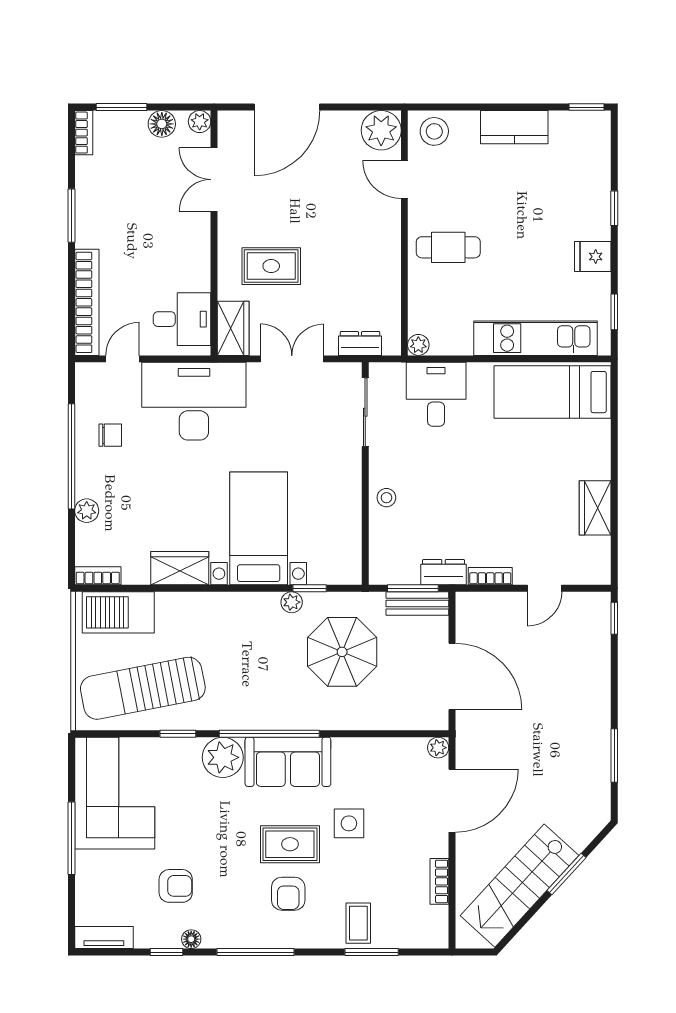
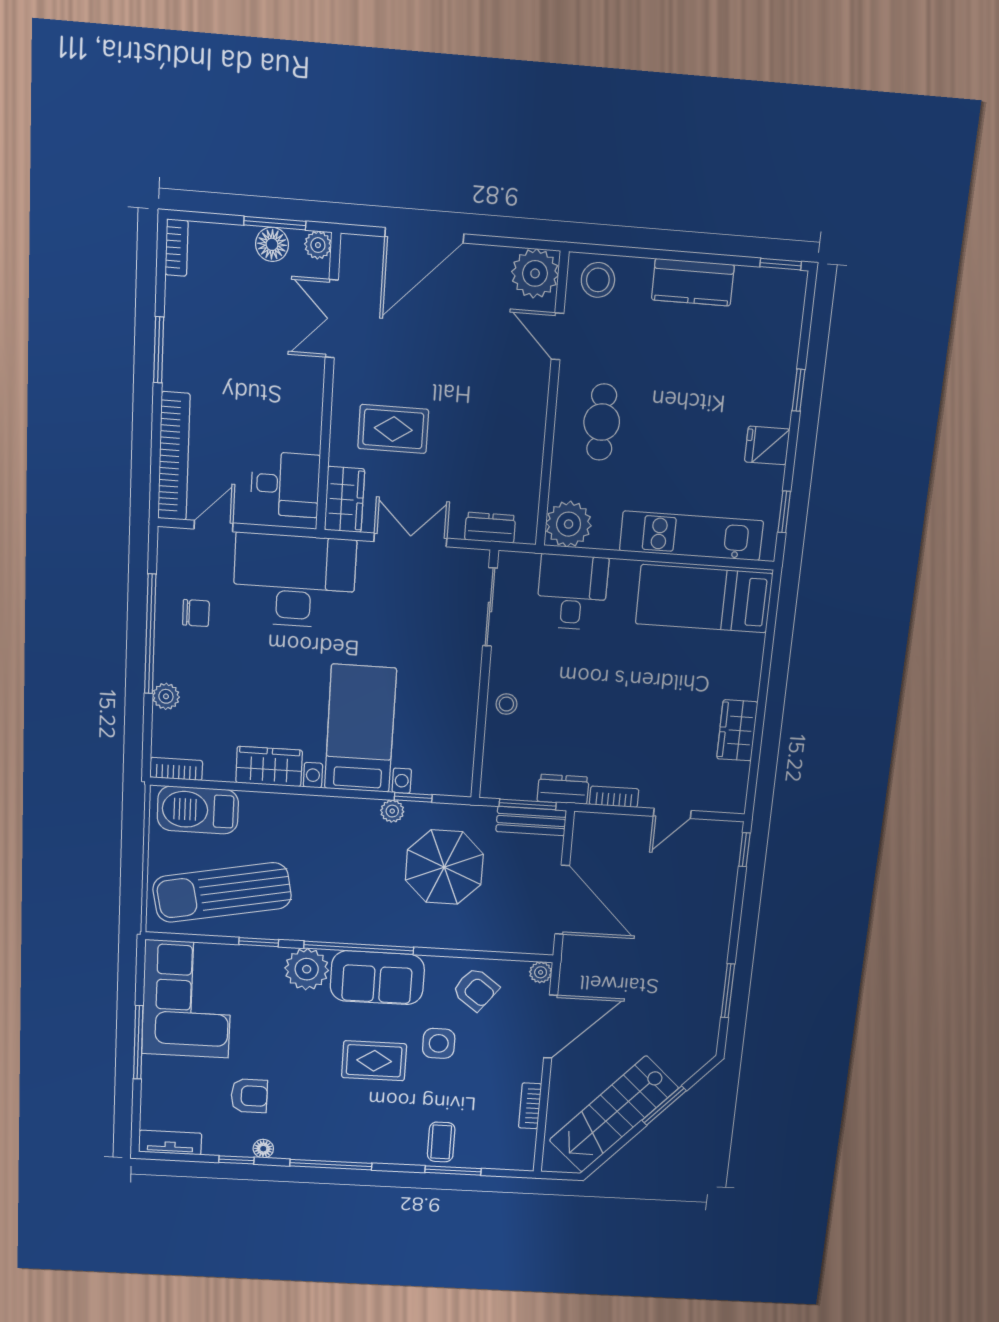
window: (122, 107) -> (275, 223), moved
cafe table: (448, 247) -> (602, 422), turned 90
plant: (418, 345) -> (569, 524), width x1.88, depth x1.88
armchair: (288, 894) -> (476, 989), moved, turned -53

